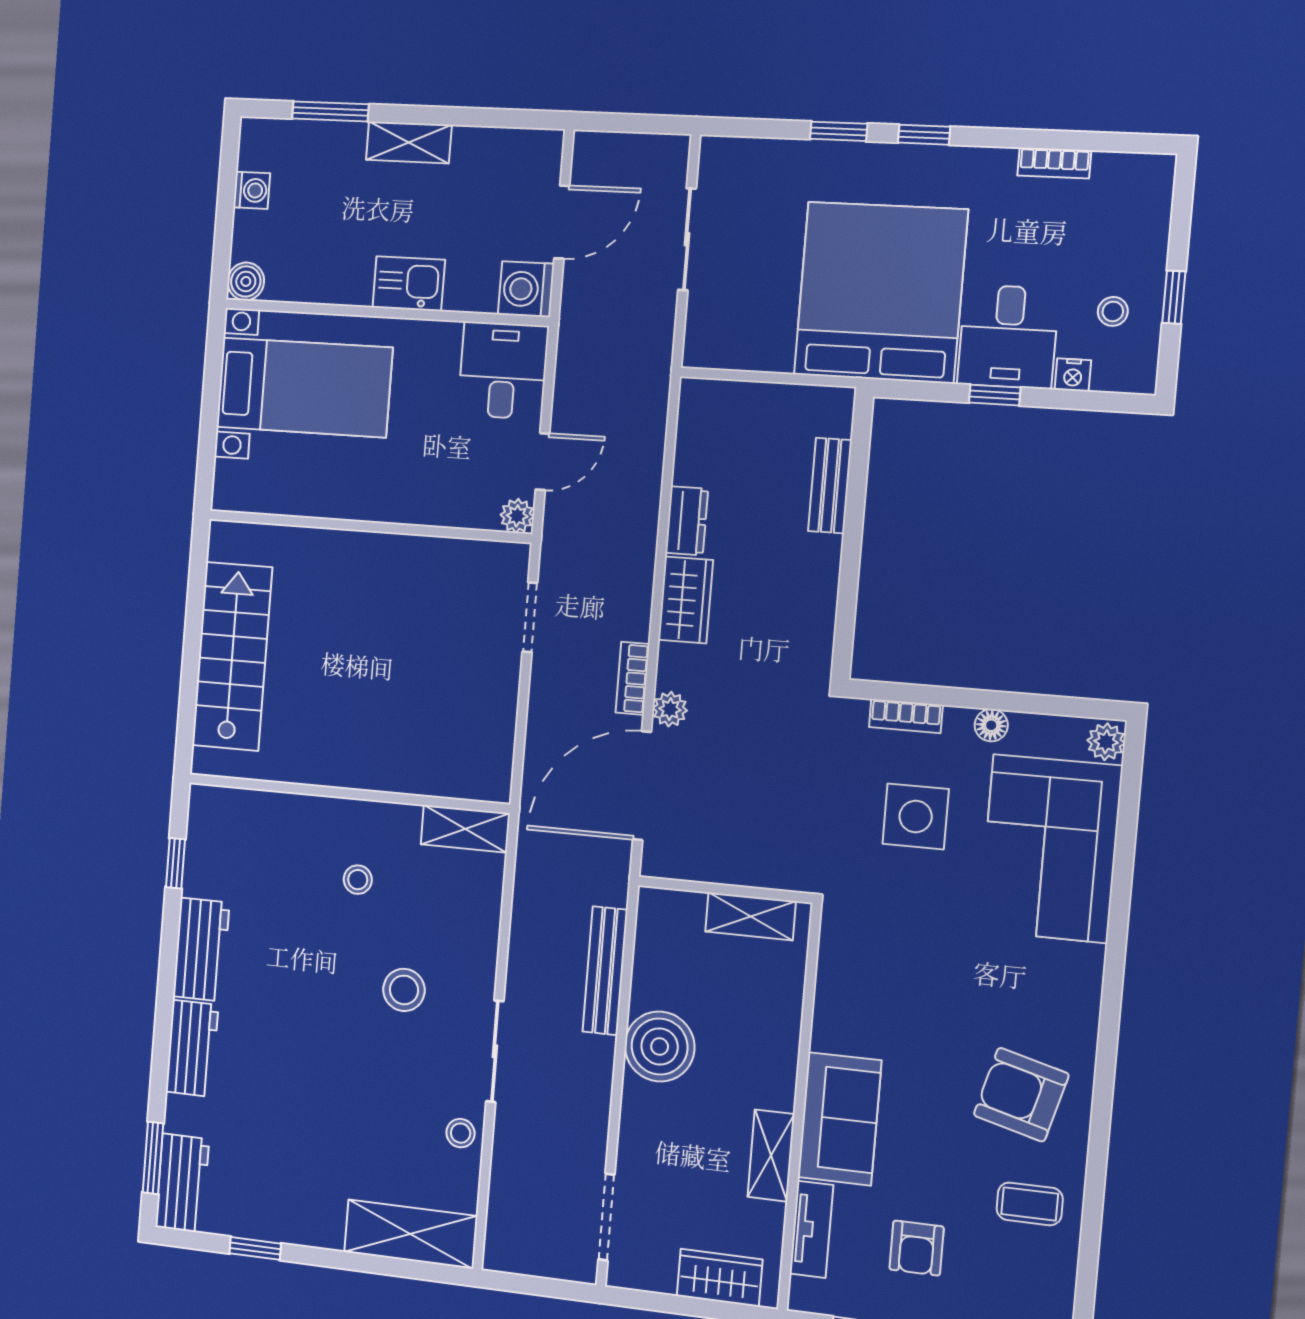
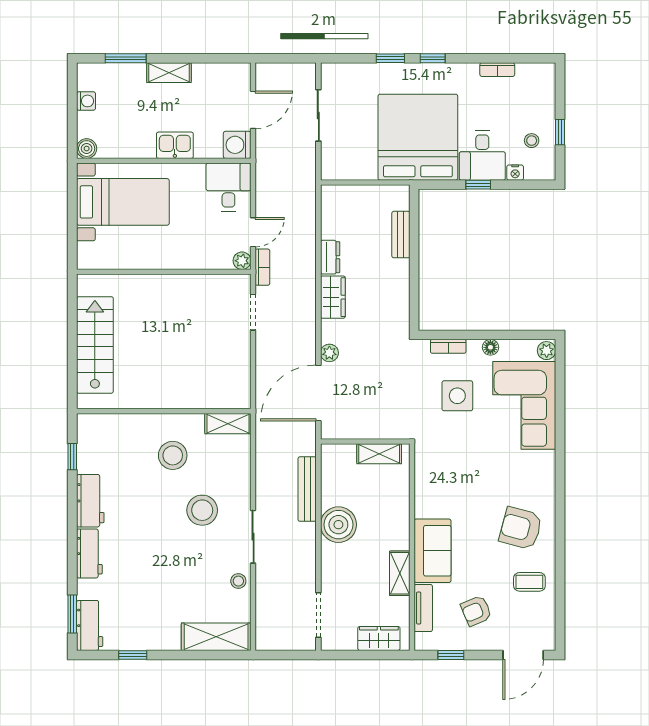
bookcase: (633, 678) -> (262, 267), moved, turned 180
stool: (358, 880) -> (173, 455), width x1.89, depth x1.89
stool: (404, 990) -> (202, 510), width x1.38, depth x1.38
armchair: (917, 1248) -> (476, 611), turned 67

